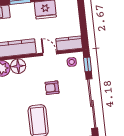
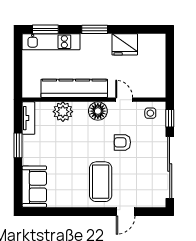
kitchen counter: (69, 43) -> (150, 90), removed
floor lamp: (18, 66) -> (98, 111), moved

